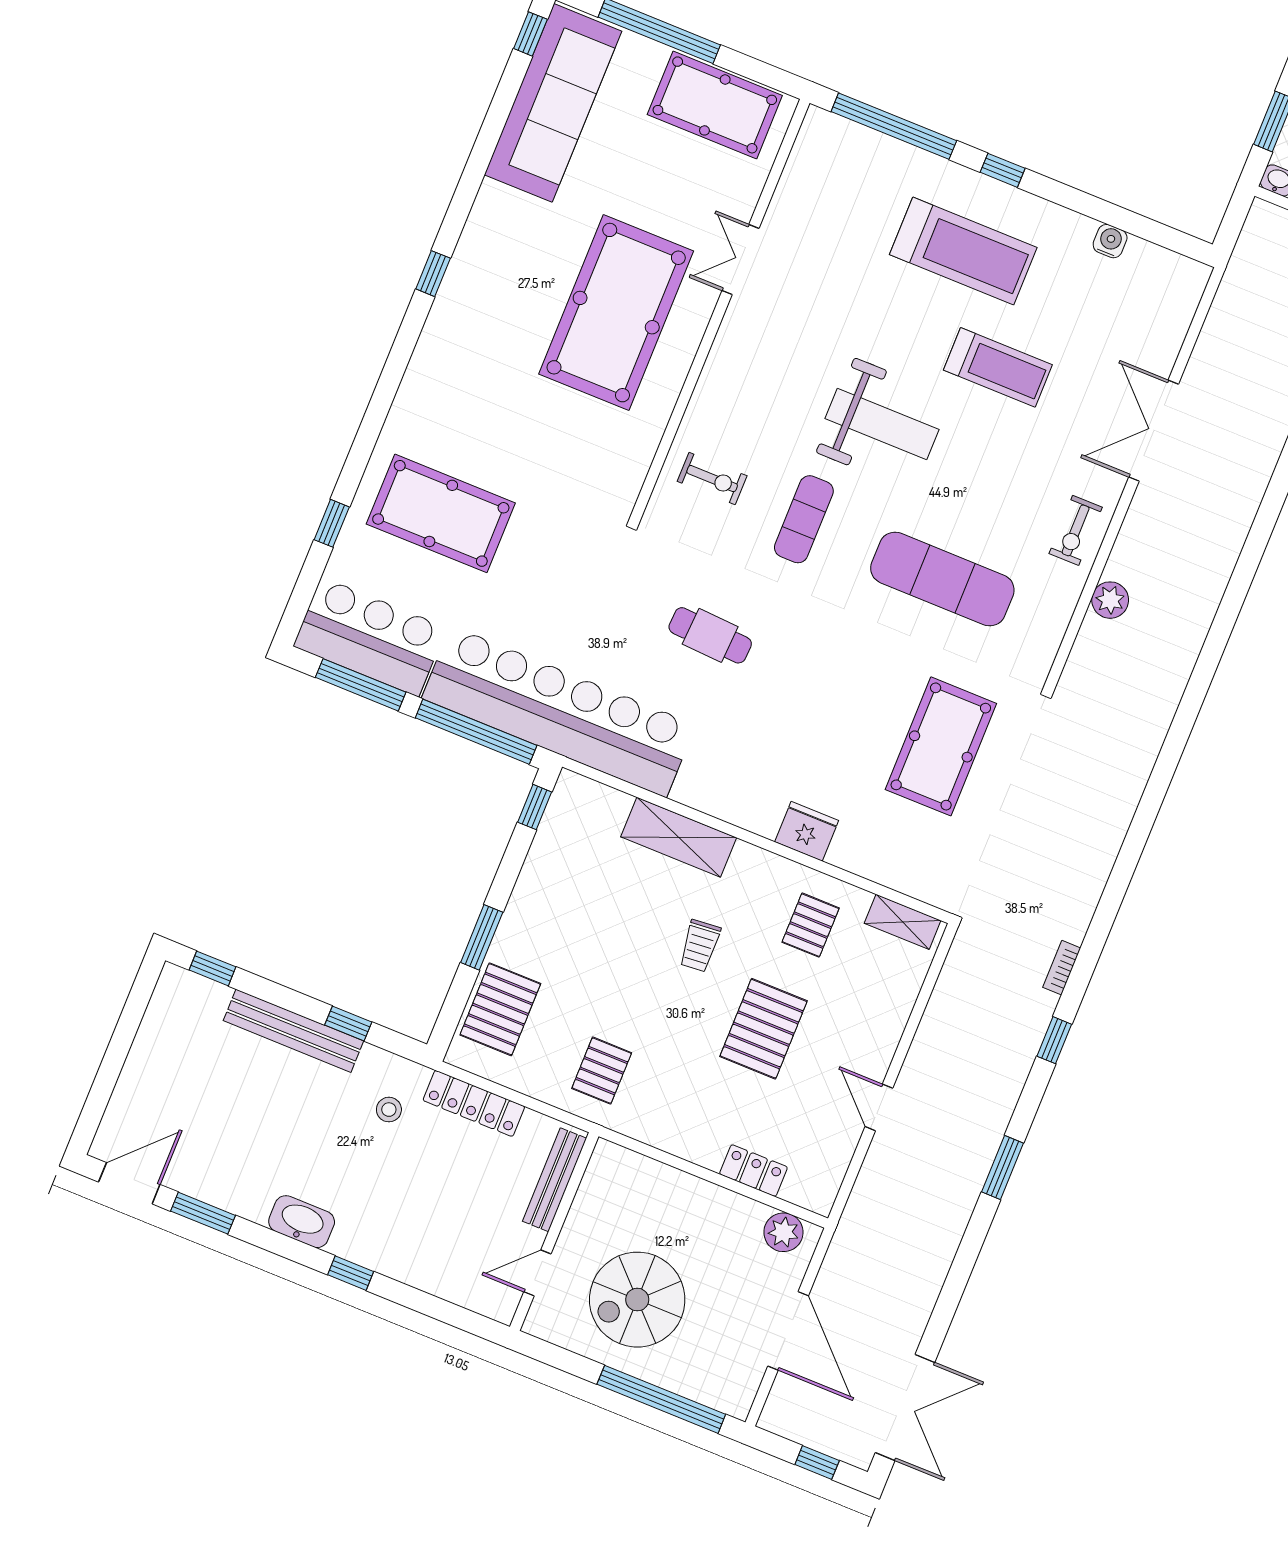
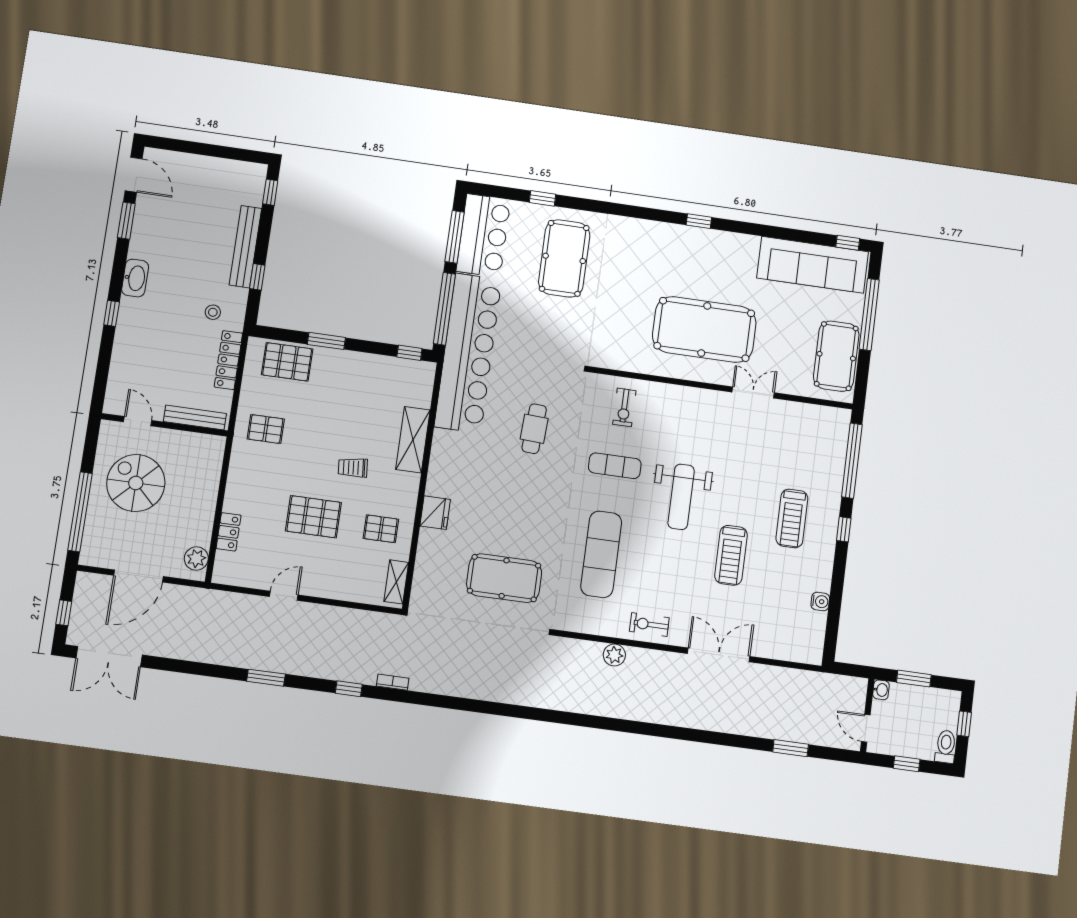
treadmill: (963, 251) -> (792, 518), width x0.73, depth x0.73

